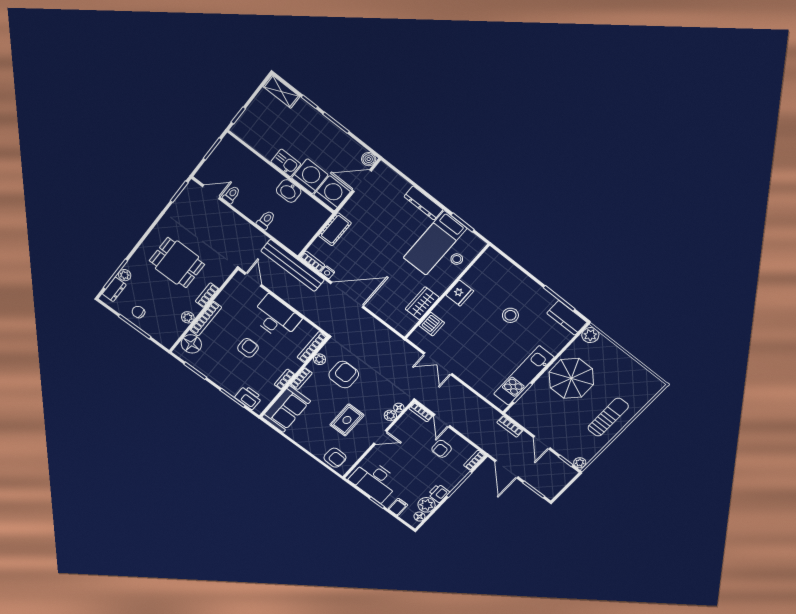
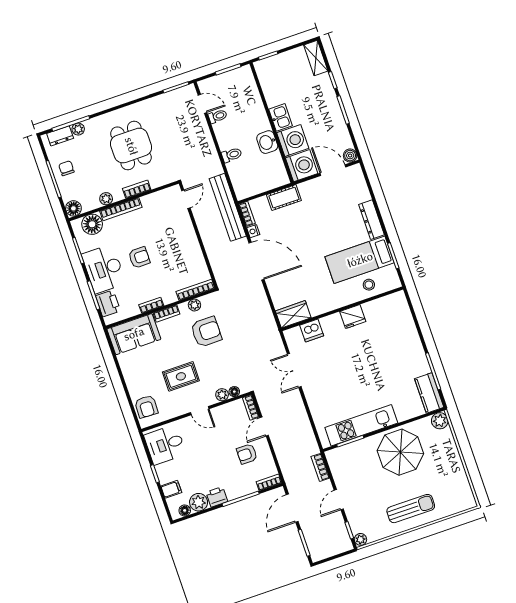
wardrobe: (422, 303) -> (293, 314), moved
stool: (510, 315) -> (383, 362), removed
desk: (276, 318) -> (104, 269), moved, turned 180
floor lamp: (167, 340) -> (73, 208), added
desk: (375, 481) -> (165, 445), width x0.73

